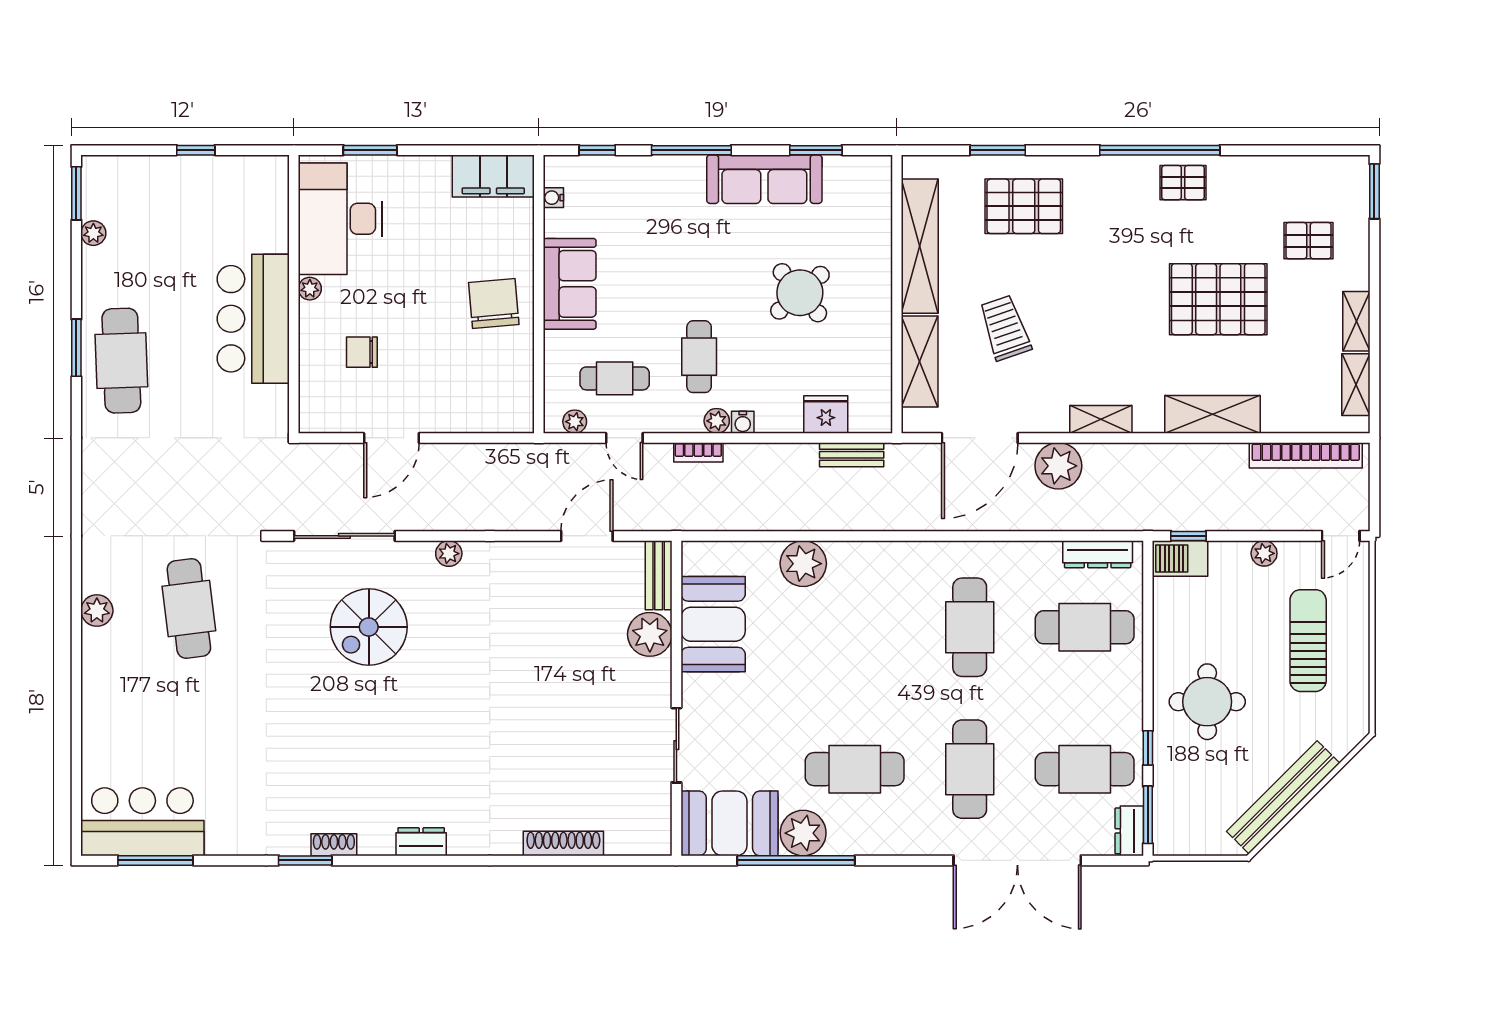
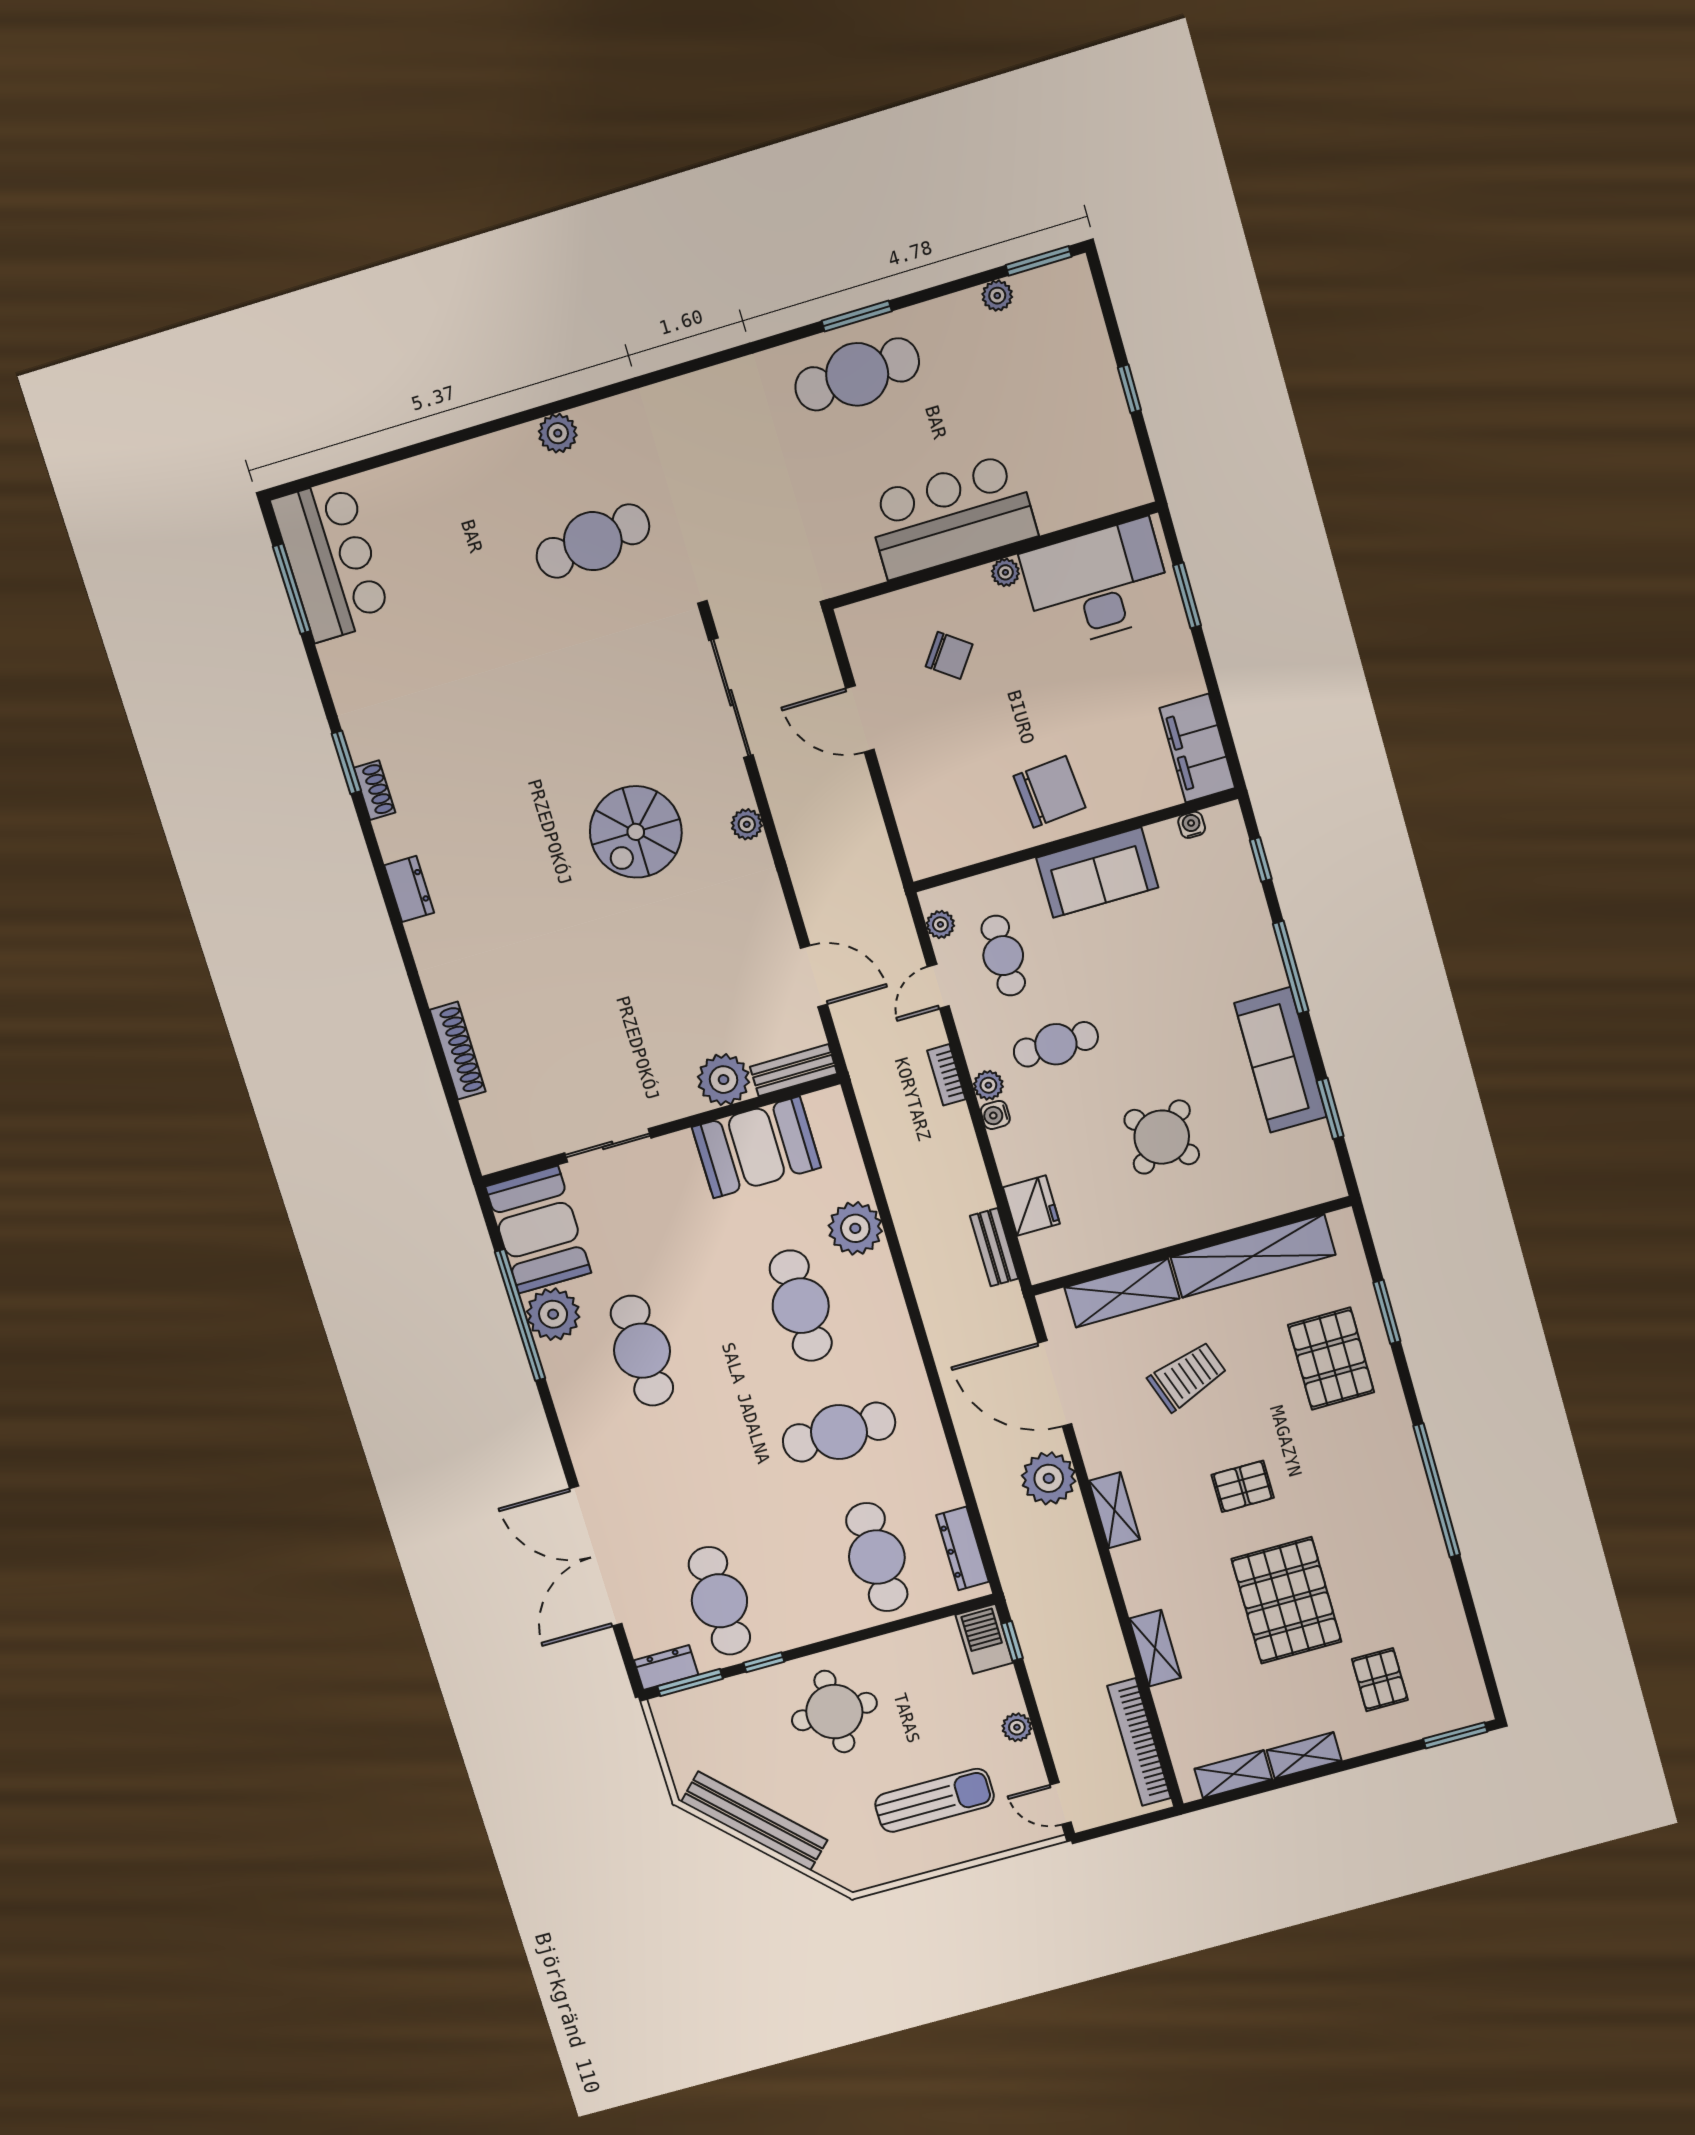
pallet: (1183, 183) -> (1243, 1486), moved, turned 90
chair: (362, 352) -> (949, 655), turned 126
shelving: (1213, 414) -> (1155, 1648), width x0.67, depth x0.75
spiral stairs: (369, 627) -> (636, 832), moved, turned -90
cafe table: (970, 769) -> (801, 1306), moved, turned 90

